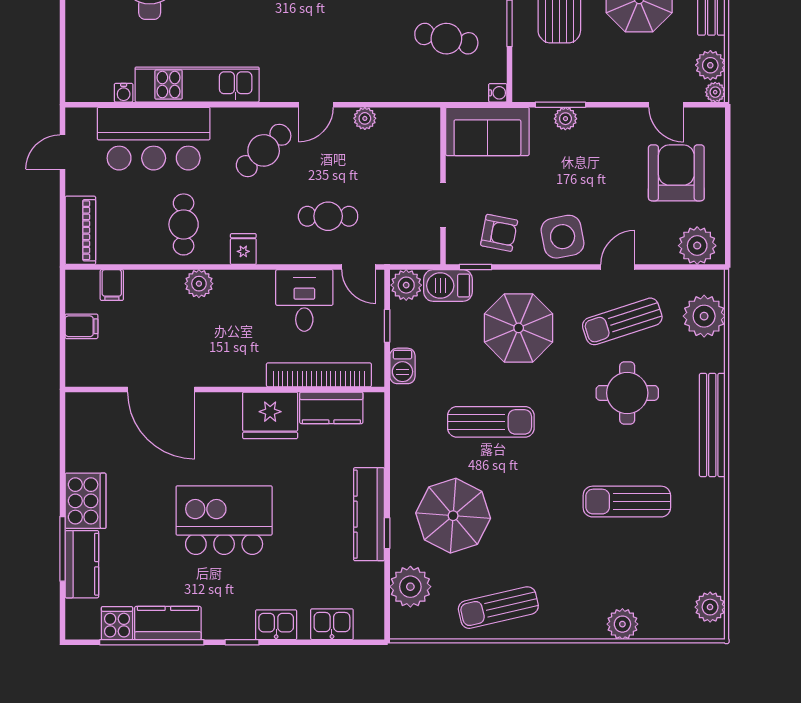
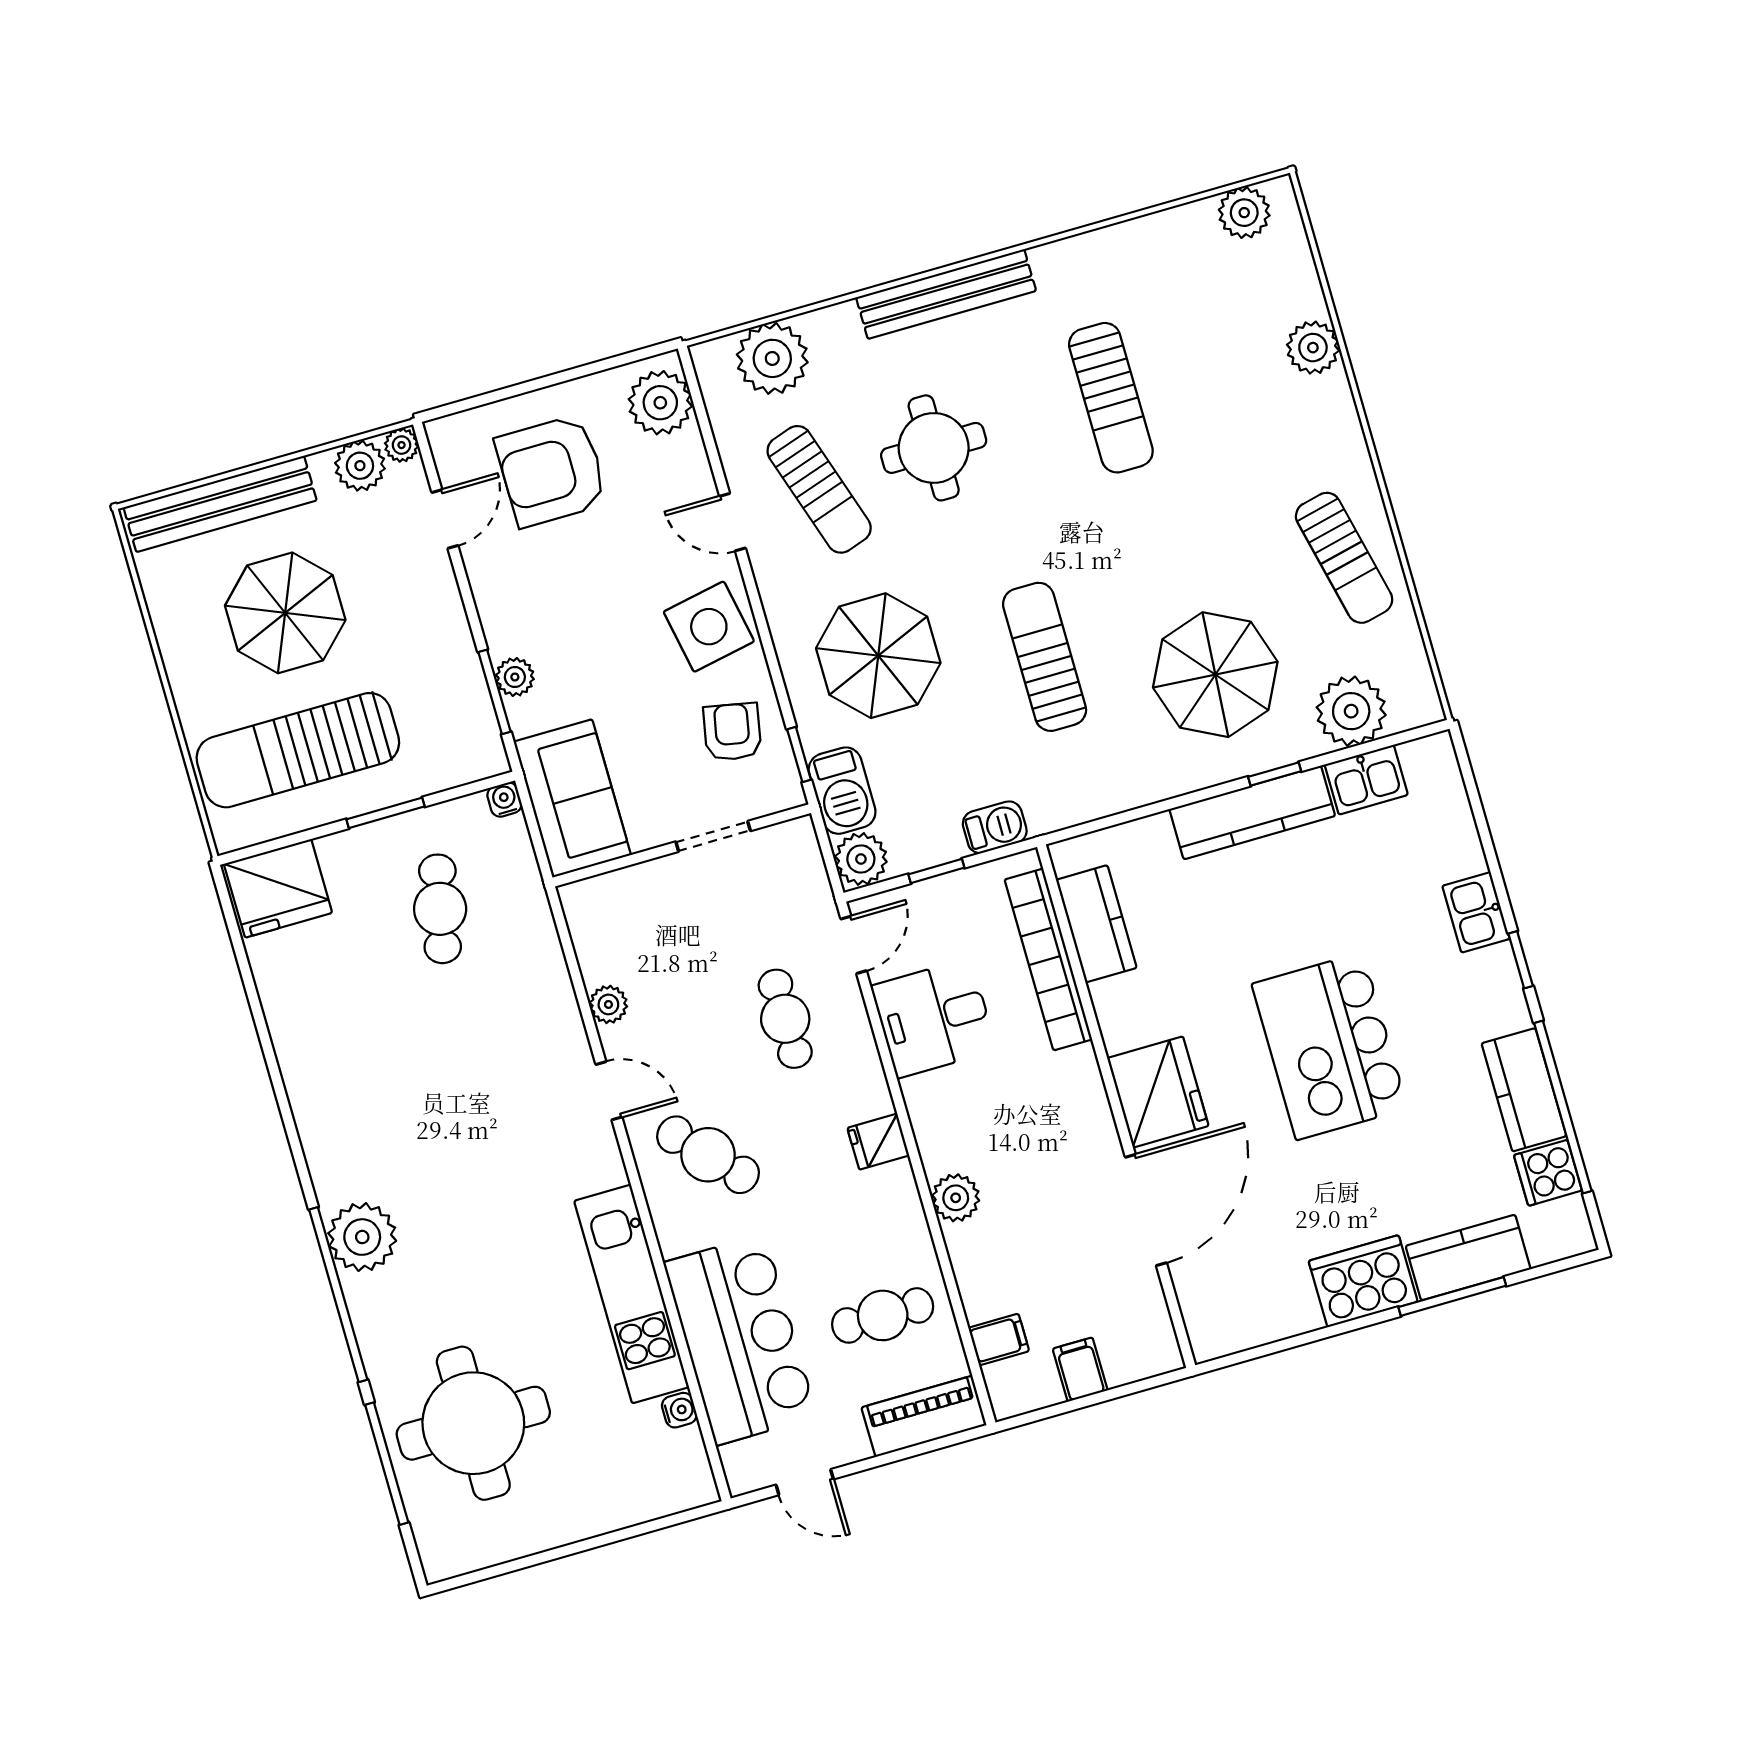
cafe table: (184, 224) -> (883, 1315), moved
fridge: (270, 415) -> (1158, 1092), moved
kitchen sink: (332, 624) -> (1366, 780), moved, turned -90

